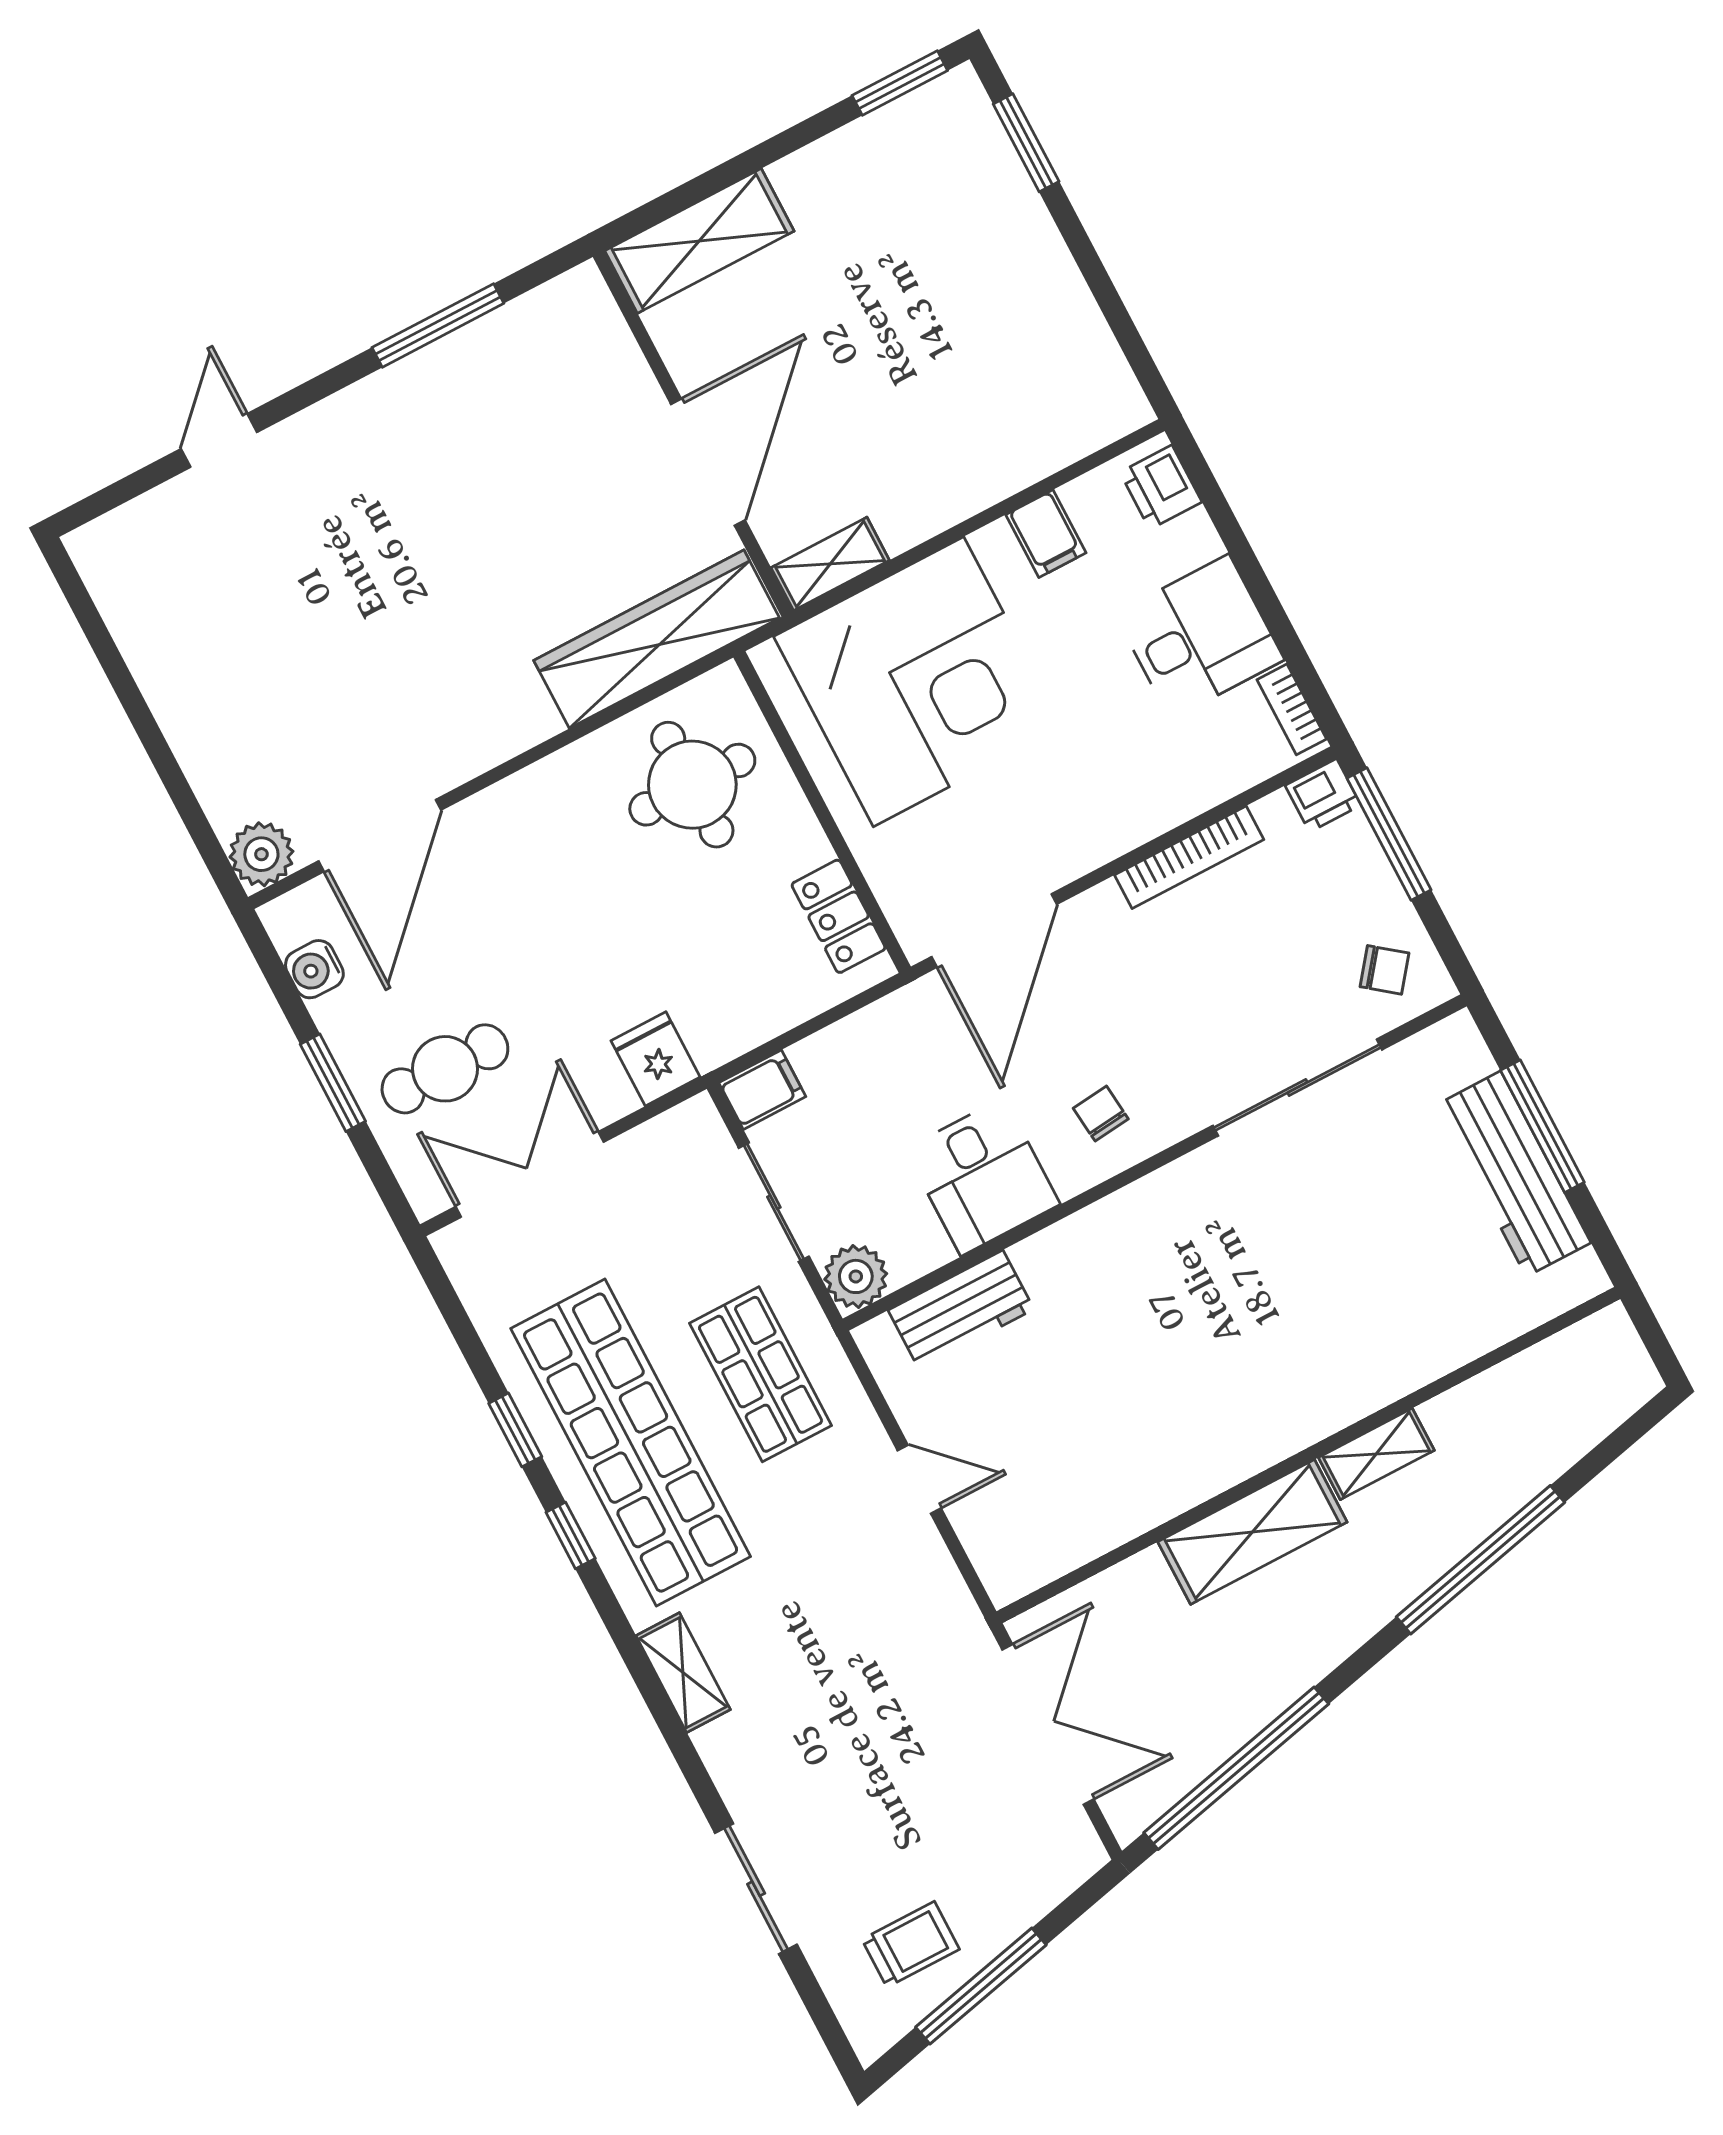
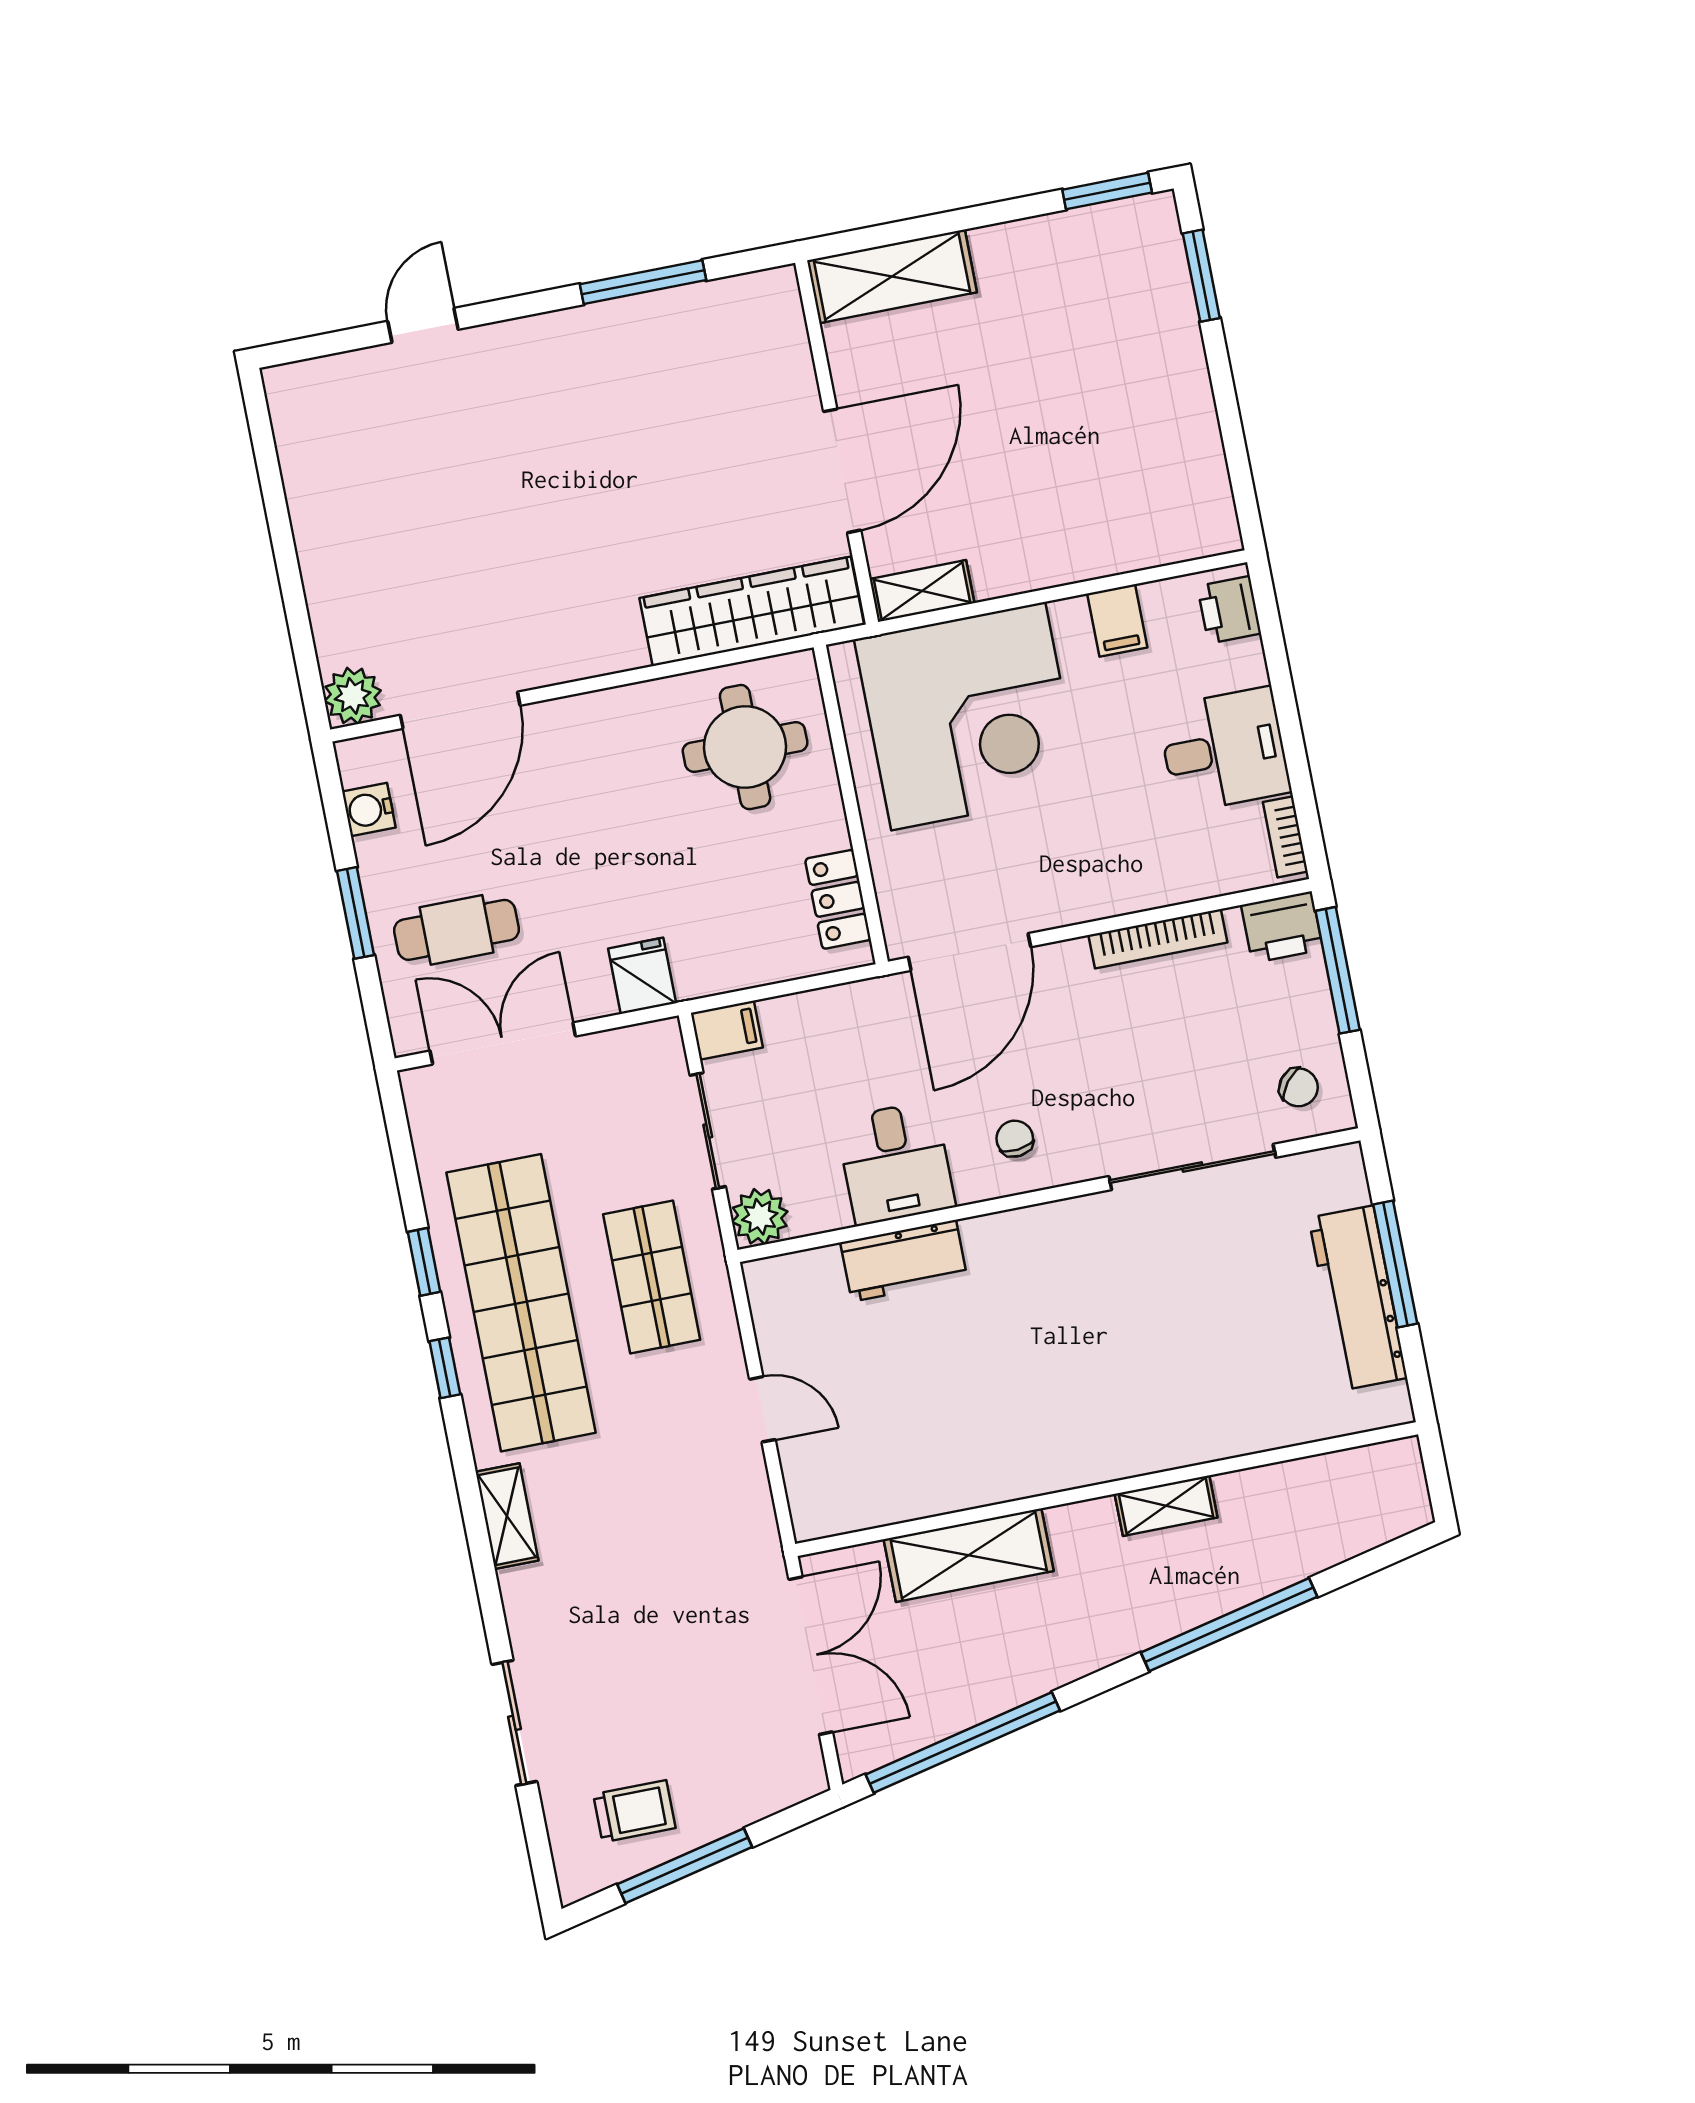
printer: (1323, 795) -> (1282, 927), width x1.36, depth x1.24
workbench: (961, 1310) -> (904, 1261), moved
shelving: (1252, 1532) -> (969, 1555), moved

